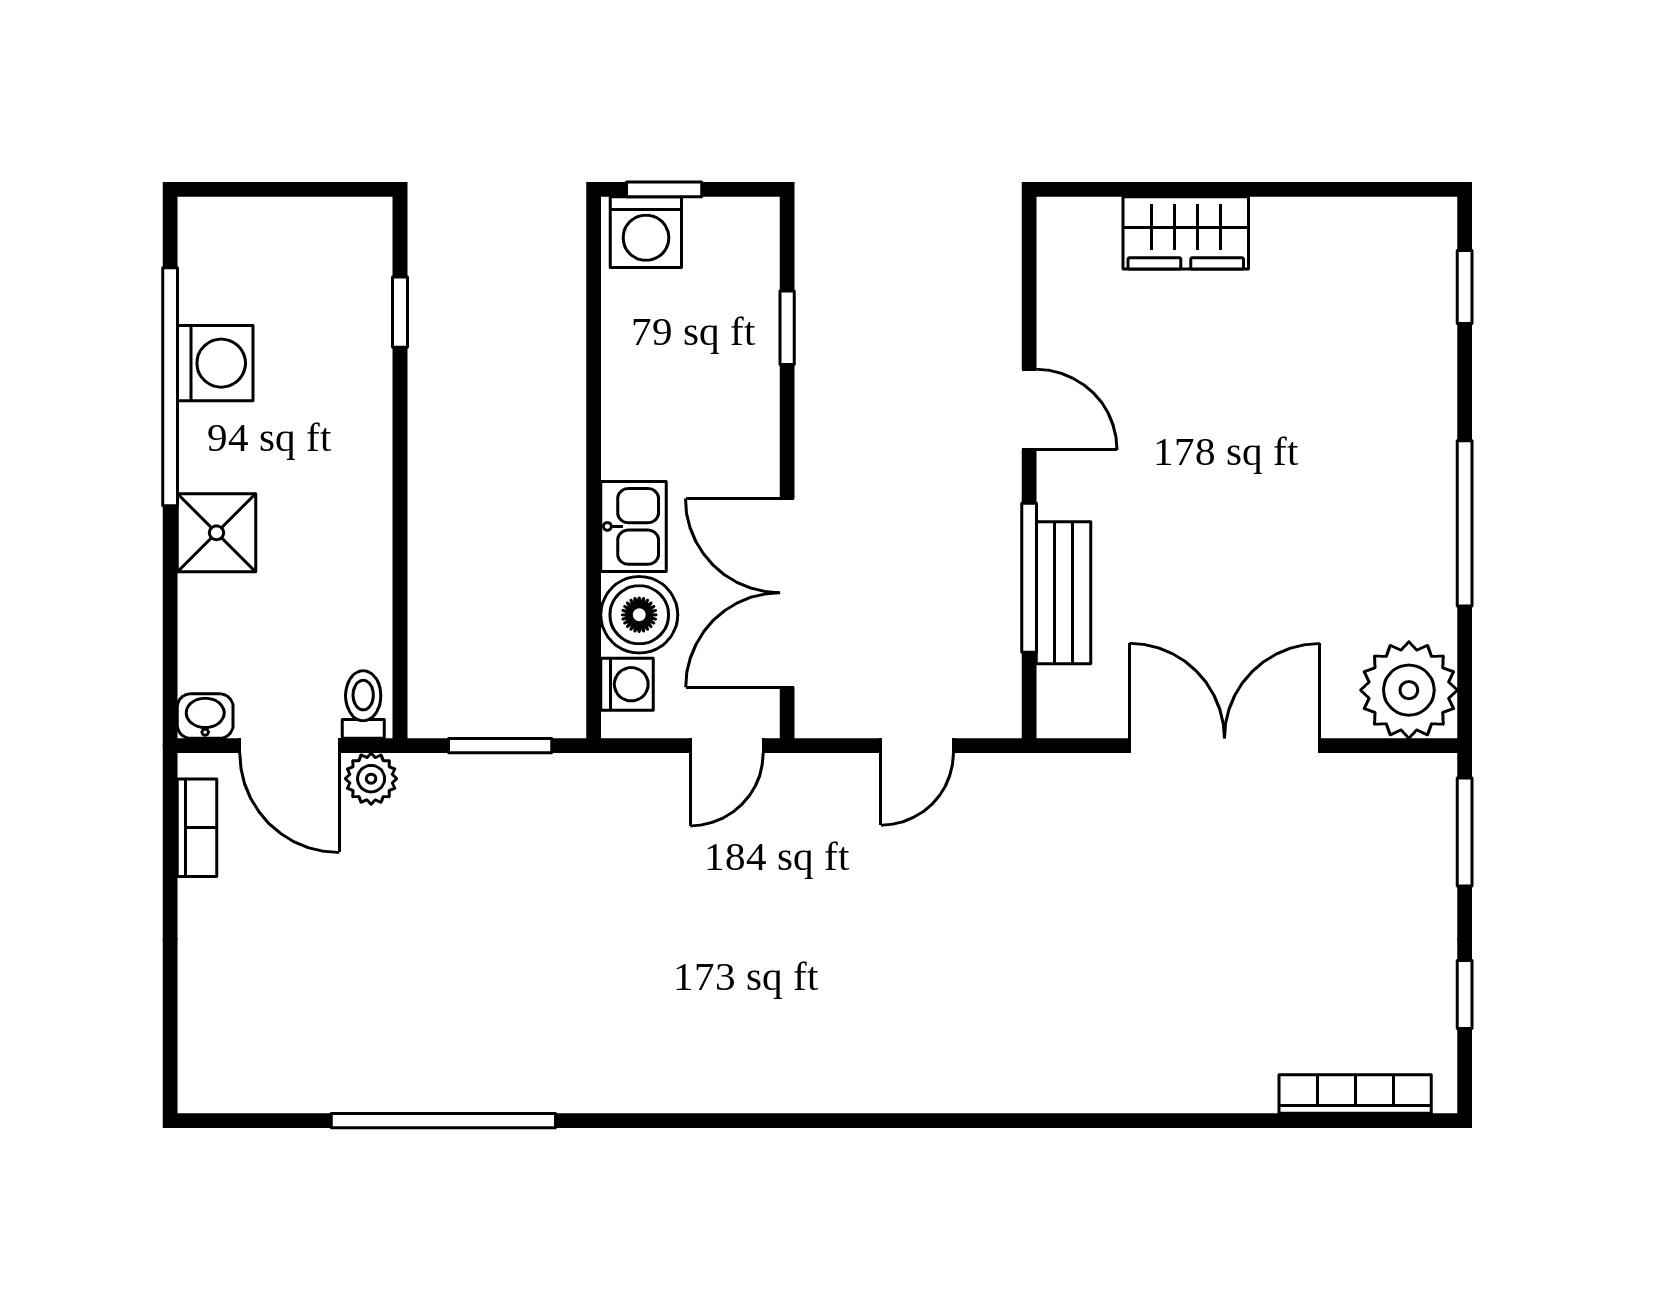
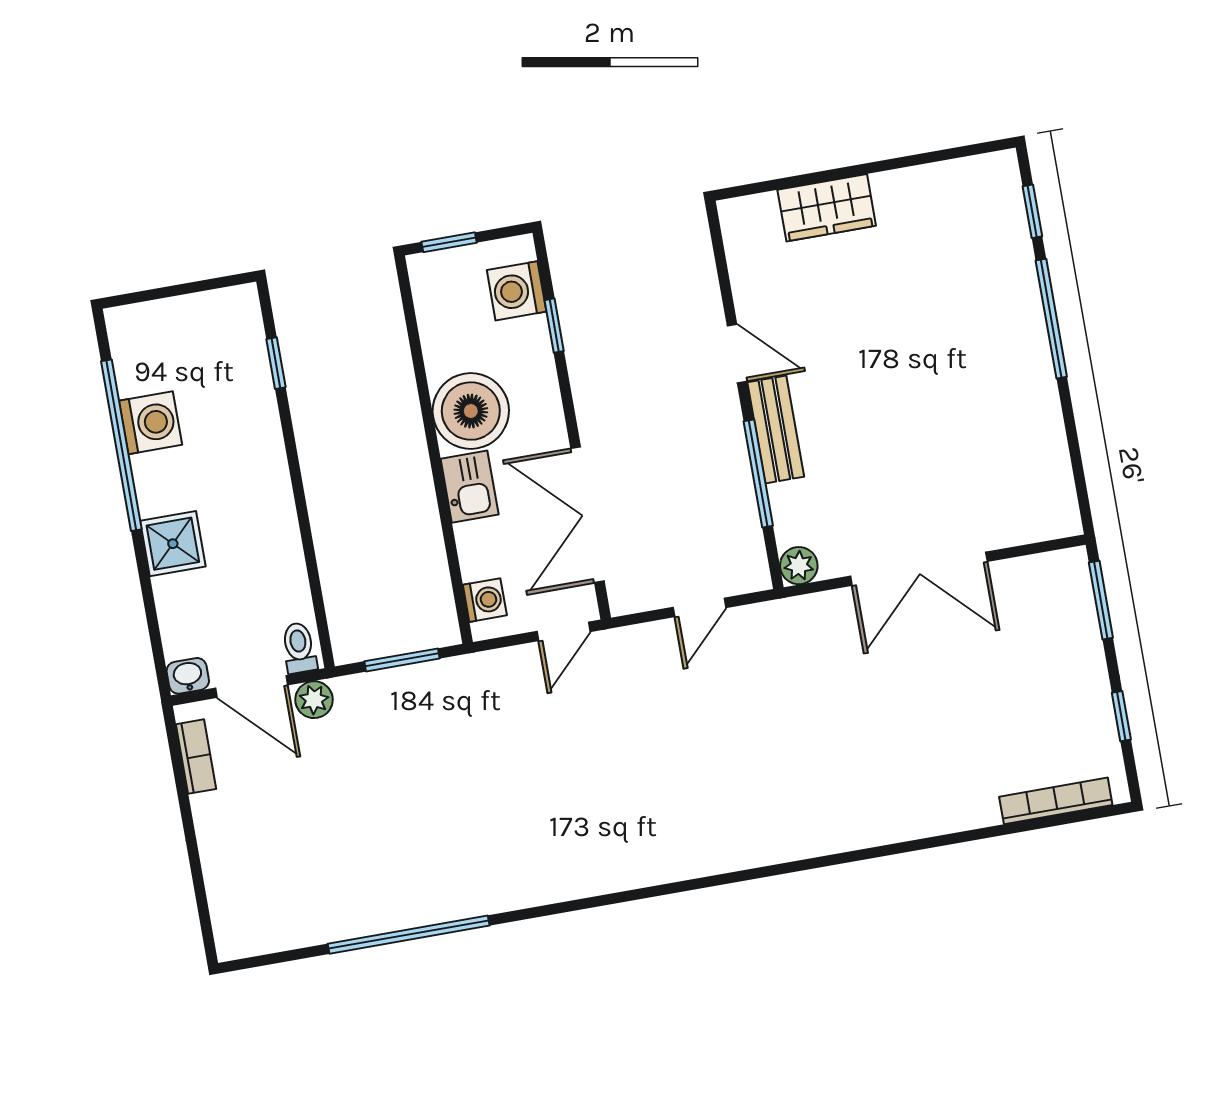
washing machine: (646, 232) -> (517, 291), moved, turned 90
window: (1465, 523) -> (1051, 319), moved
bench: (1063, 593) -> (776, 429), moved
boiler: (639, 615) -> (471, 411), moved, width x1.37, depth x1.37
plant: (1409, 690) -> (799, 566), moved, width x0.53, depth x0.53
double door: (1225, 746) -> (919, 569), swing flipped

